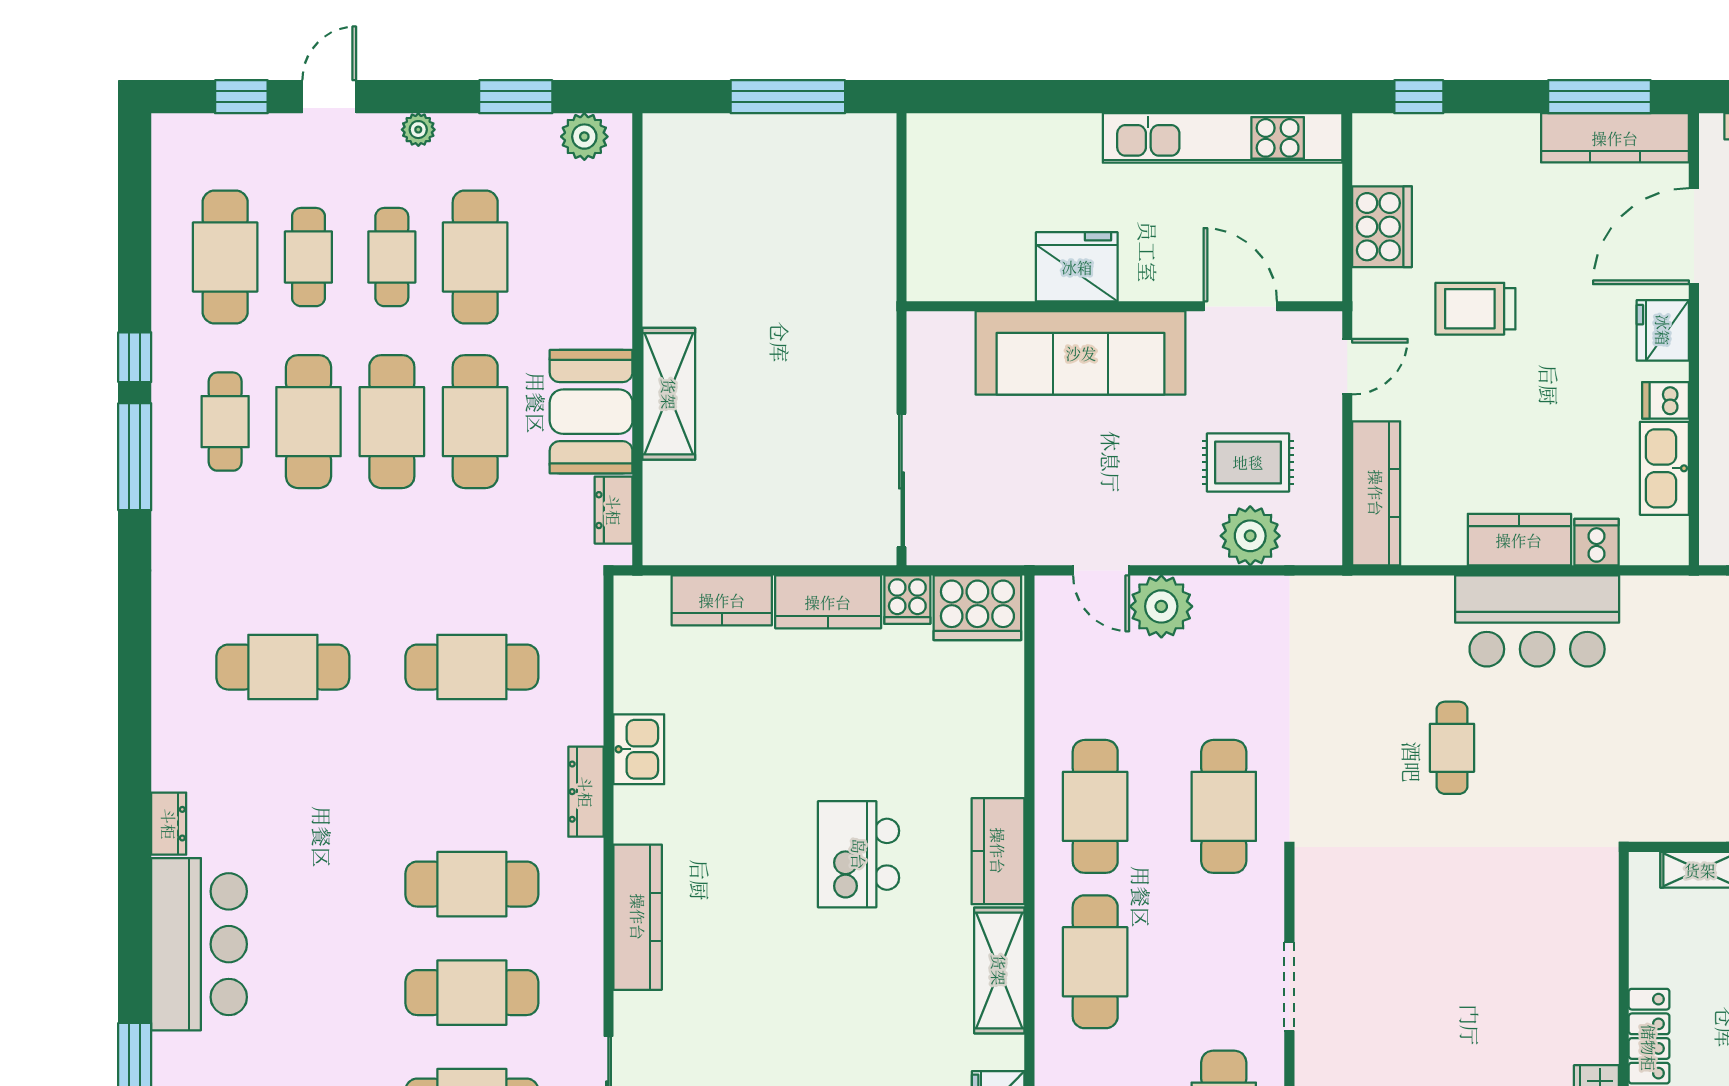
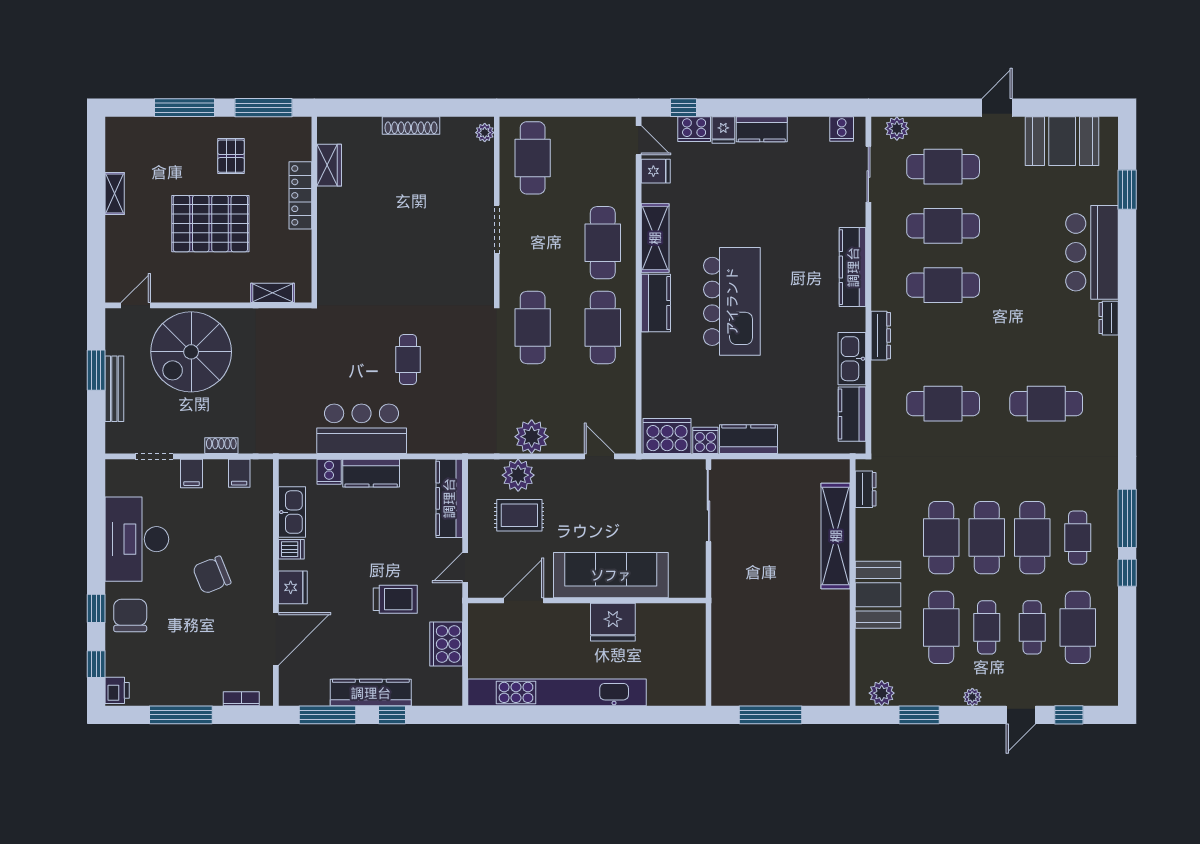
window: (1419, 97) -> (392, 715), moved
kitchen unit: (1223, 138) -> (557, 692), width x1.36
kitchen counter: (1615, 138) -> (371, 693), moved
door: (1240, 306) -> (524, 601), swing flipped
shelving: (669, 394) -> (836, 536), width x1.47
booth: (591, 412) -> (878, 595), moved
kitchen counter: (722, 600) -> (852, 414), moved, turned -90
plant: (1161, 606) -> (532, 437), moved
kitchen sink: (639, 749) -> (852, 359), width x1.38
kitchen island: (859, 854) -> (732, 301), width x1.87, depth x1.28

